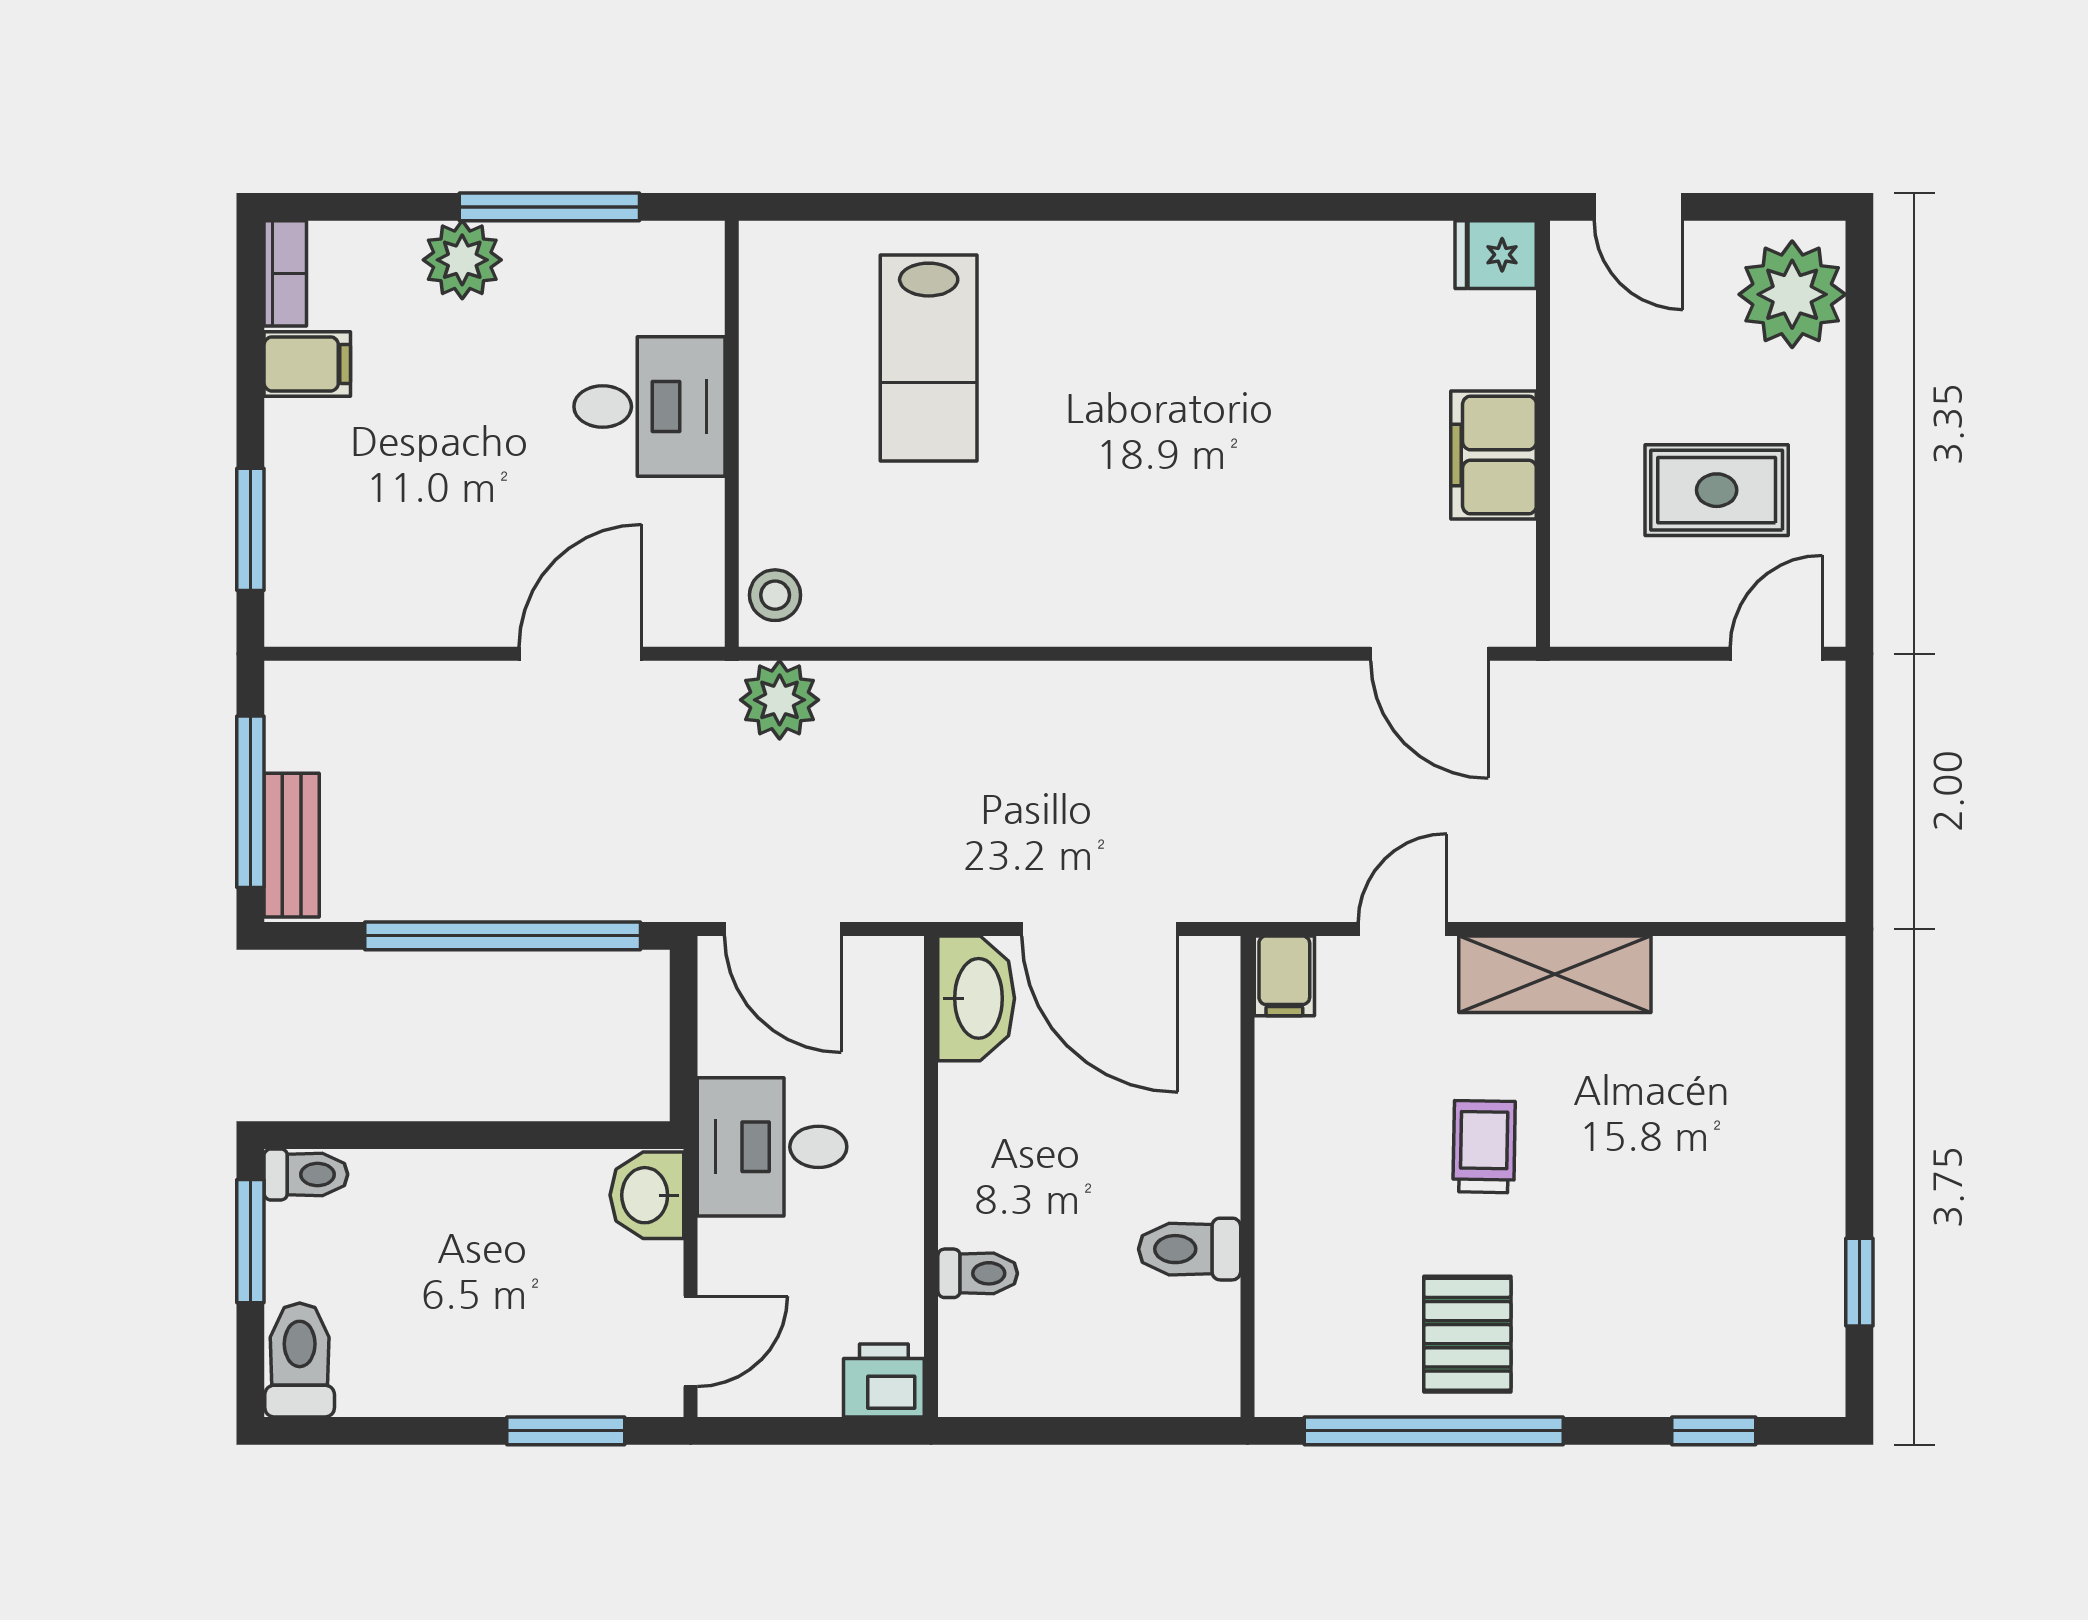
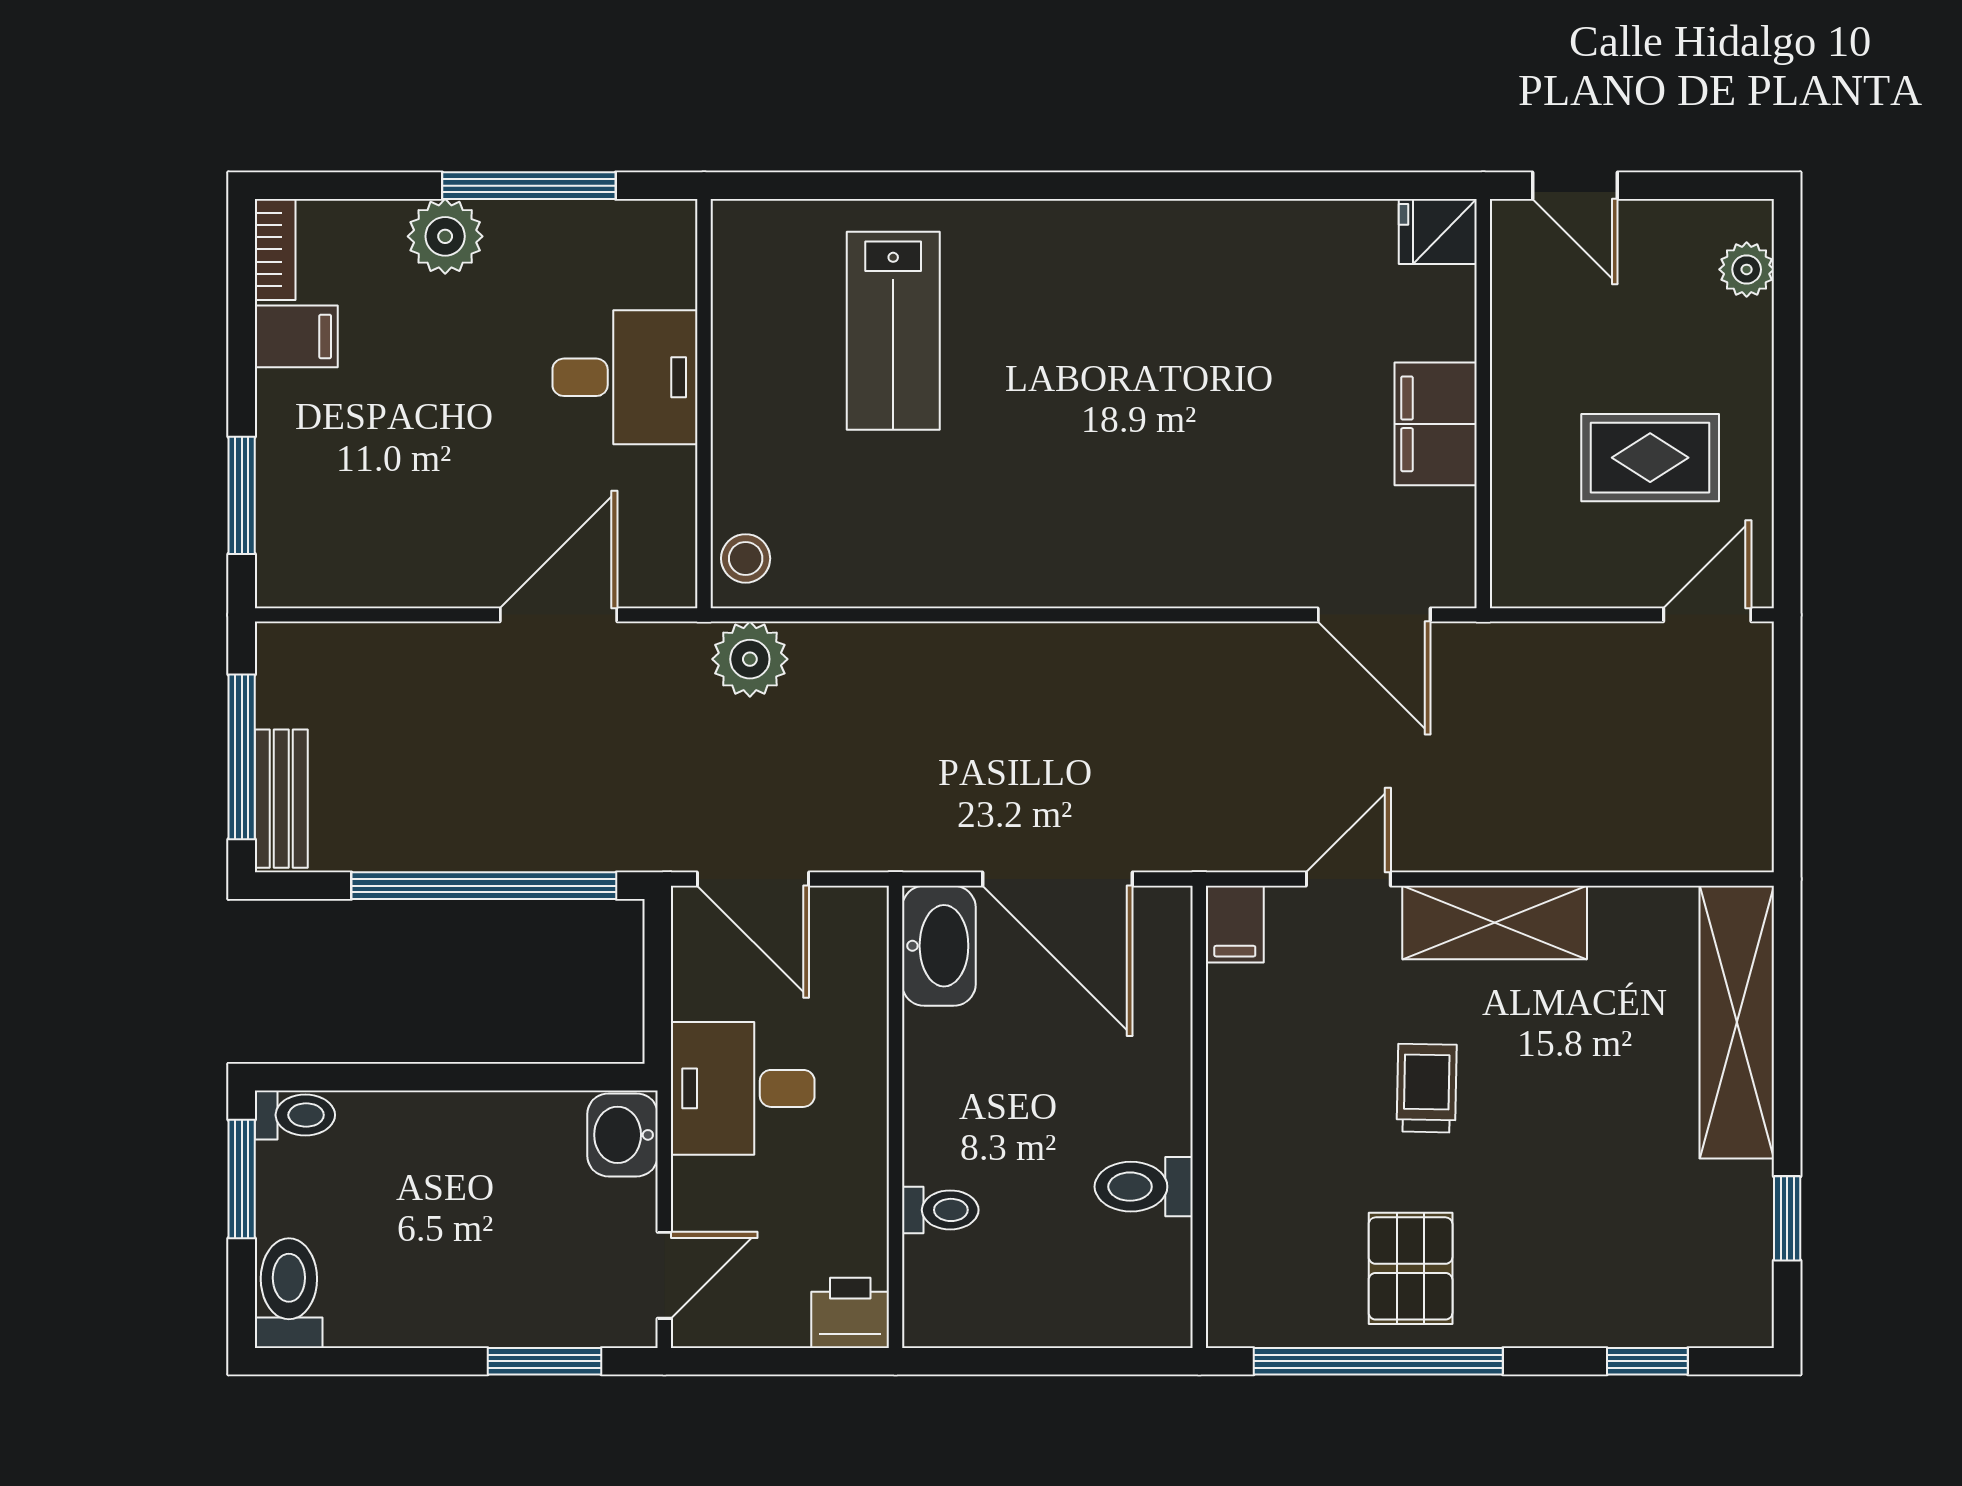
plant: (1792, 294) -> (1747, 269), width x0.53, depth x0.53
shelving: (1807, 1078) -> (1737, 1022), added

